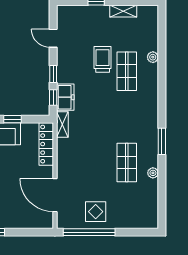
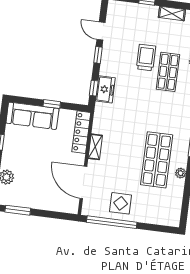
window: (53, 74) -> (98, 55), moved
shelving: (62, 124) -> (95, 147), moved
shop shelf: (127, 162) -> (157, 160), width x1.43, depth x1.36

